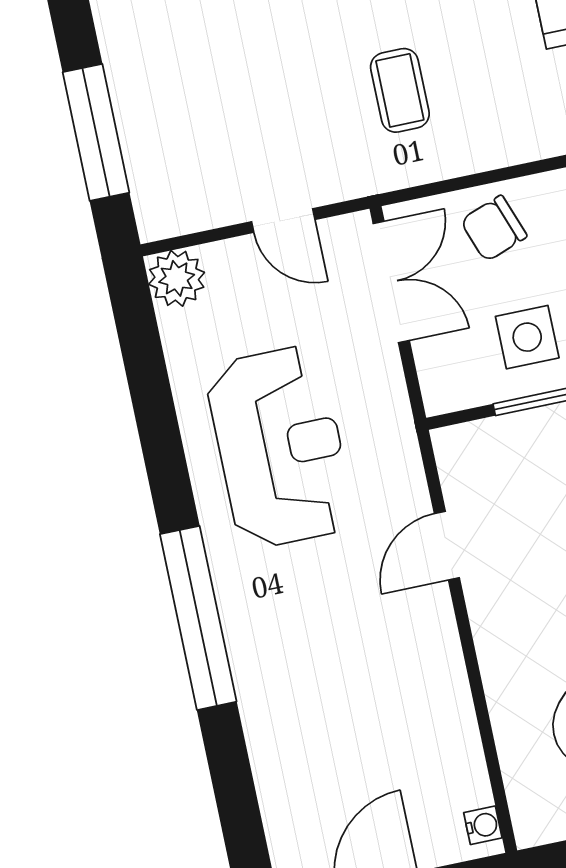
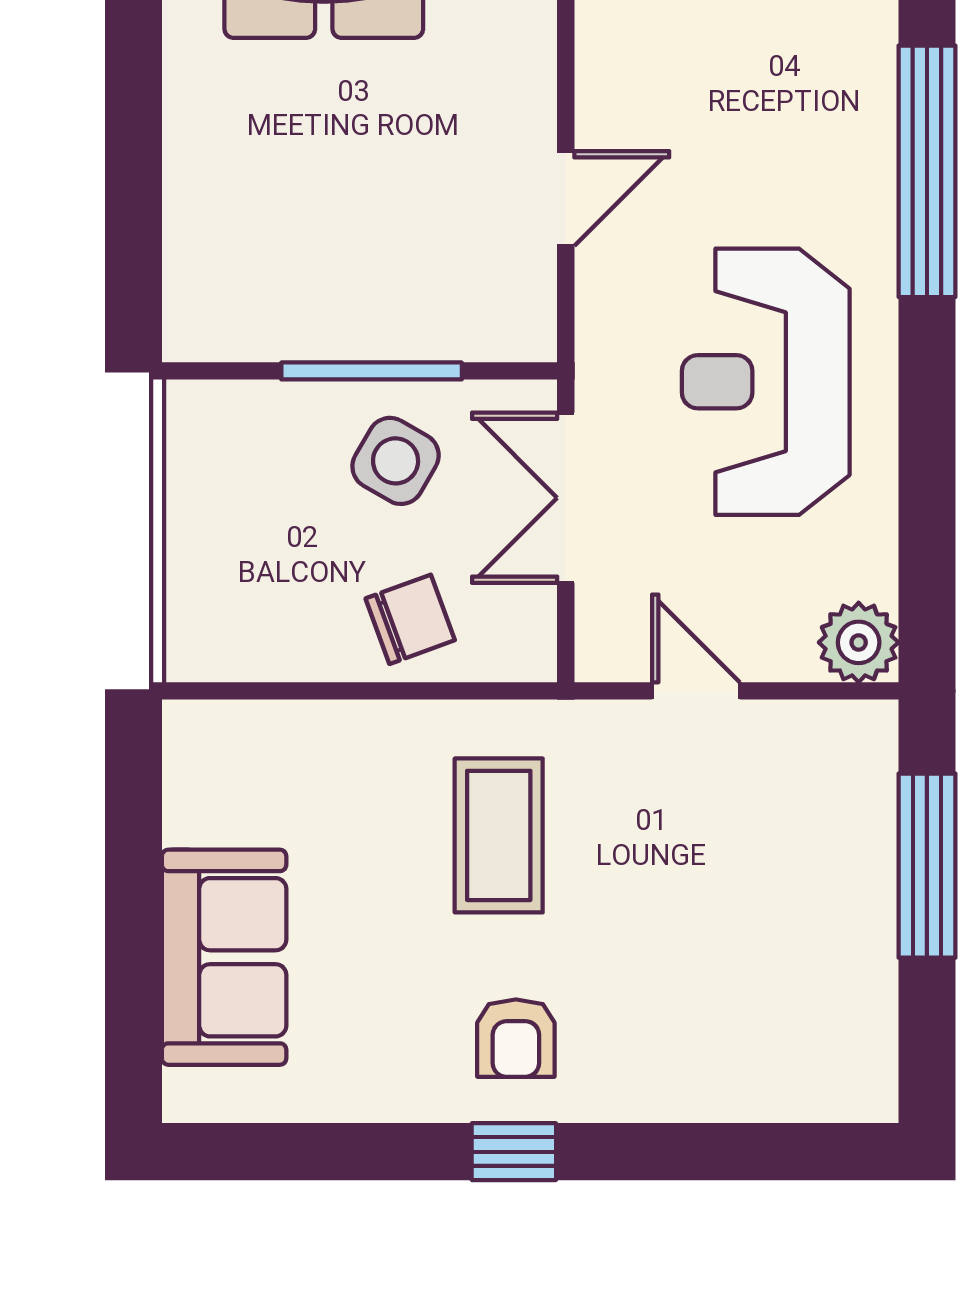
coffee table: (400, 90) -> (499, 835), width x1.36, depth x1.30
double door: (391, 282) -> (566, 498), moved
side table: (527, 337) -> (396, 461), turned 30

